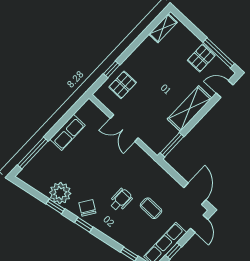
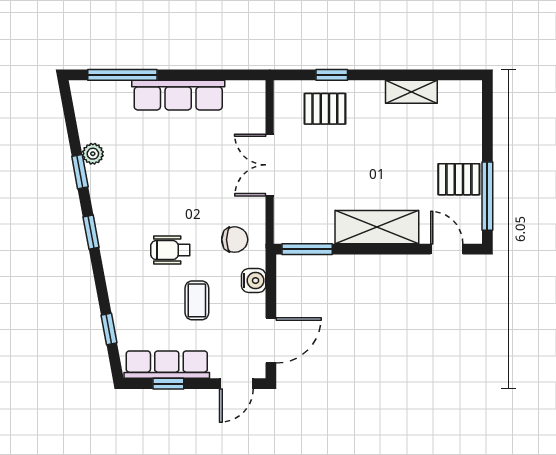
shelving: (163, 28) -> (411, 92), moved
row of seats: (68, 132) -> (178, 95), width x1.48
water cooler: (164, 178) -> (254, 281), added
plant: (60, 193) -> (93, 154), width x0.53, depth x0.53
wheelchair: (121, 200) -> (170, 250), turned 180
chair: (87, 208) -> (235, 240), moved, turned 57

